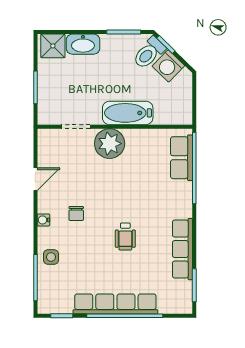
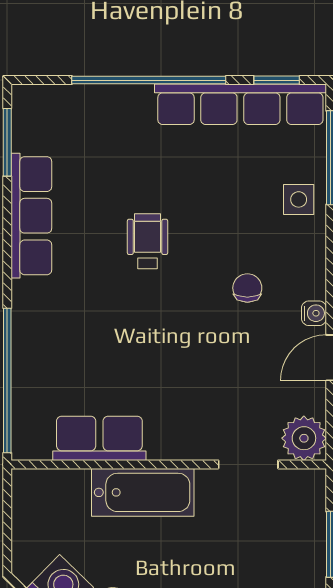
plant: (110, 144) -> (304, 438), moved, width x0.73, depth x0.73
row of seats: (181, 158) -> (99, 438), moved, turned -90
water cooler: (43, 220) -> (314, 313), moved
row of seats: (115, 304) -> (240, 104), moved

